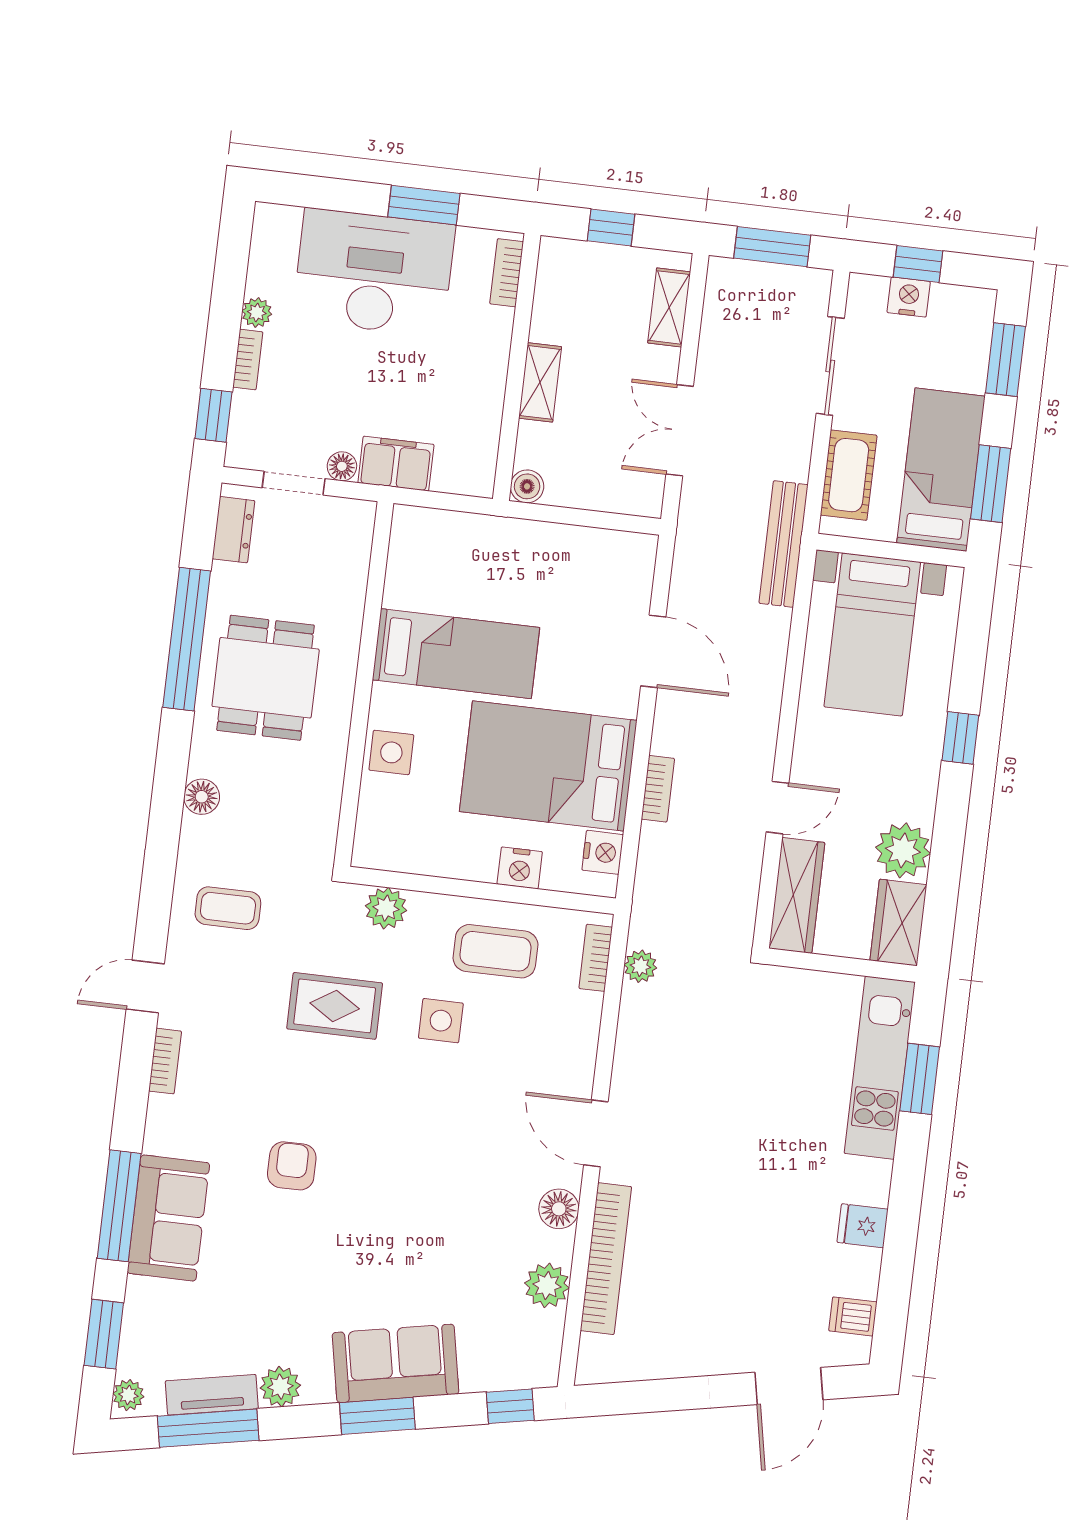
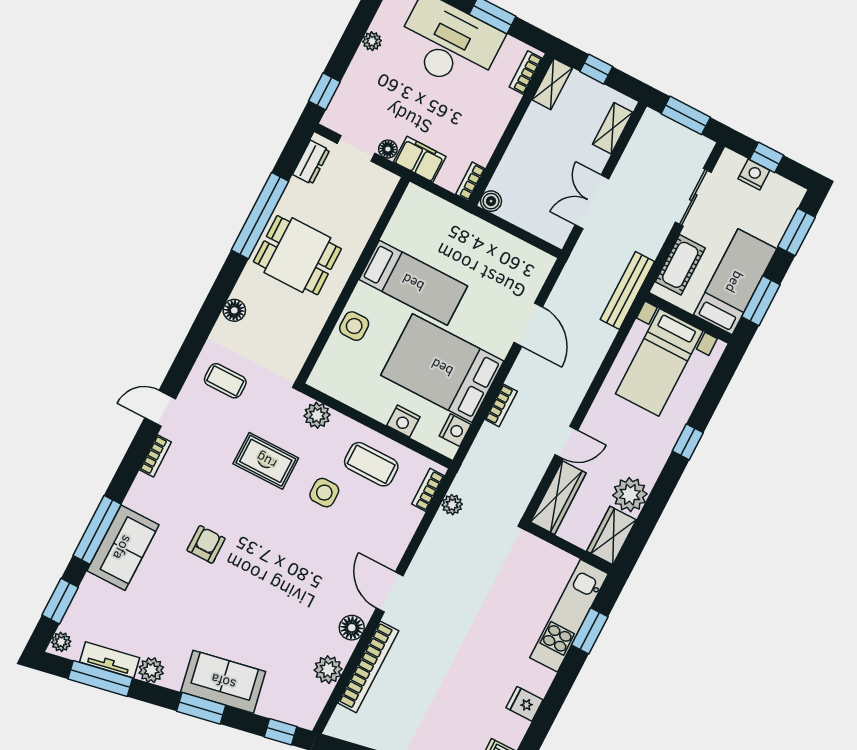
bookcase: (248, 359) -> (470, 182), moved, turned 180
shelving: (540, 382) -> (552, 84), moved
dining table: (266, 678) -> (297, 255), turned 90

